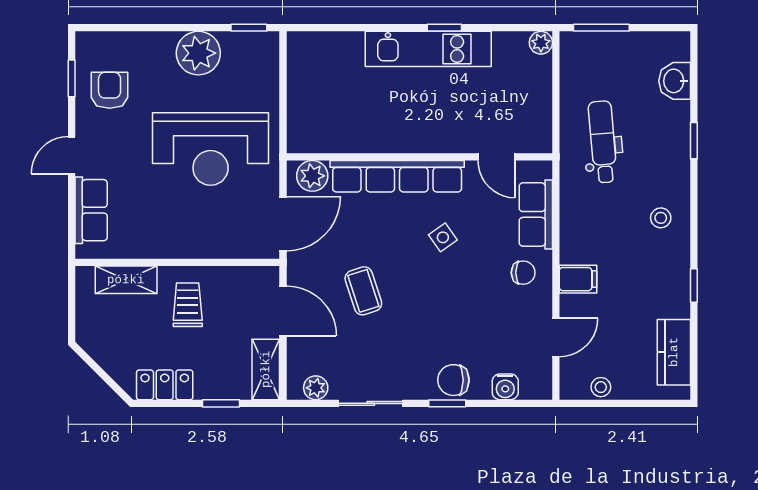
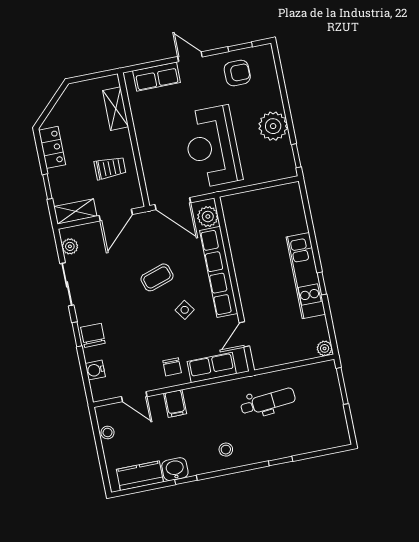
washbasin: (675, 81) -> (175, 469), moved
coffee table: (363, 291) -> (157, 277), moved
trolley: (188, 305) -> (110, 168), moved

